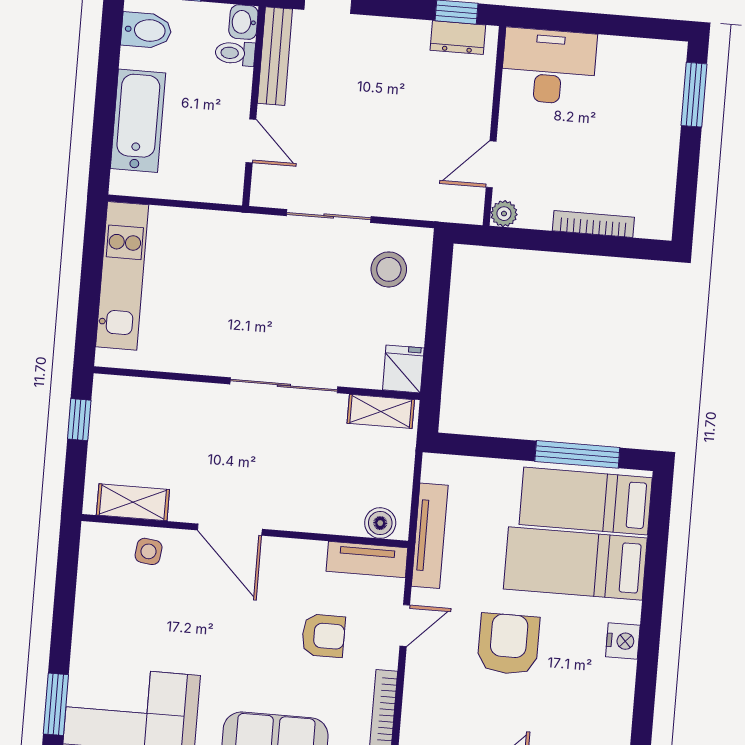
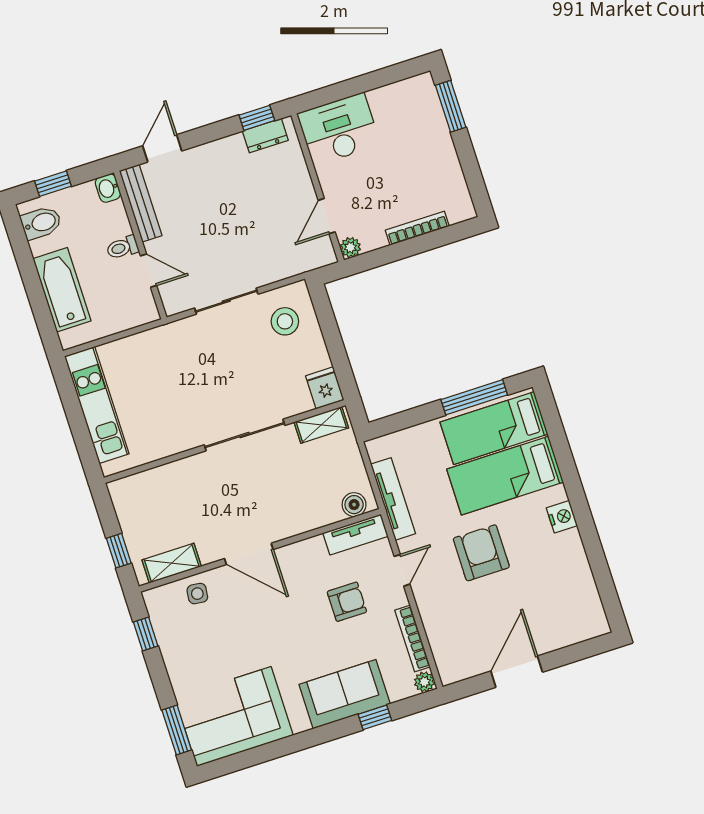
toilet: (235, 53) -> (122, 247), moved
window: (79, 420) -> (119, 551), moved
window: (67, 574) -> (146, 634), added

